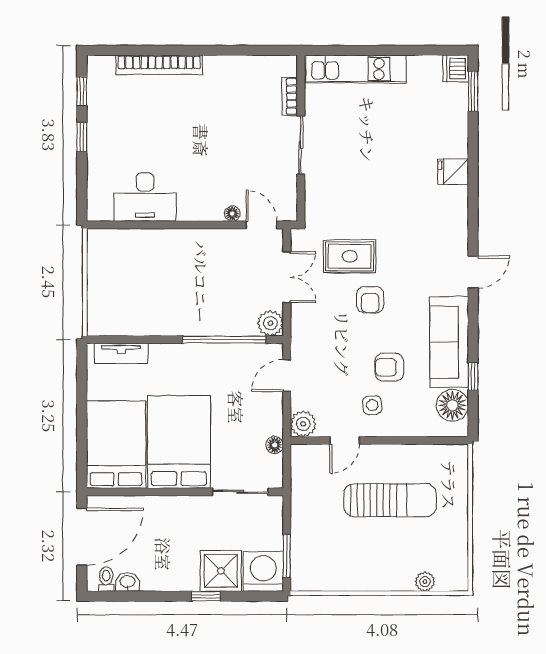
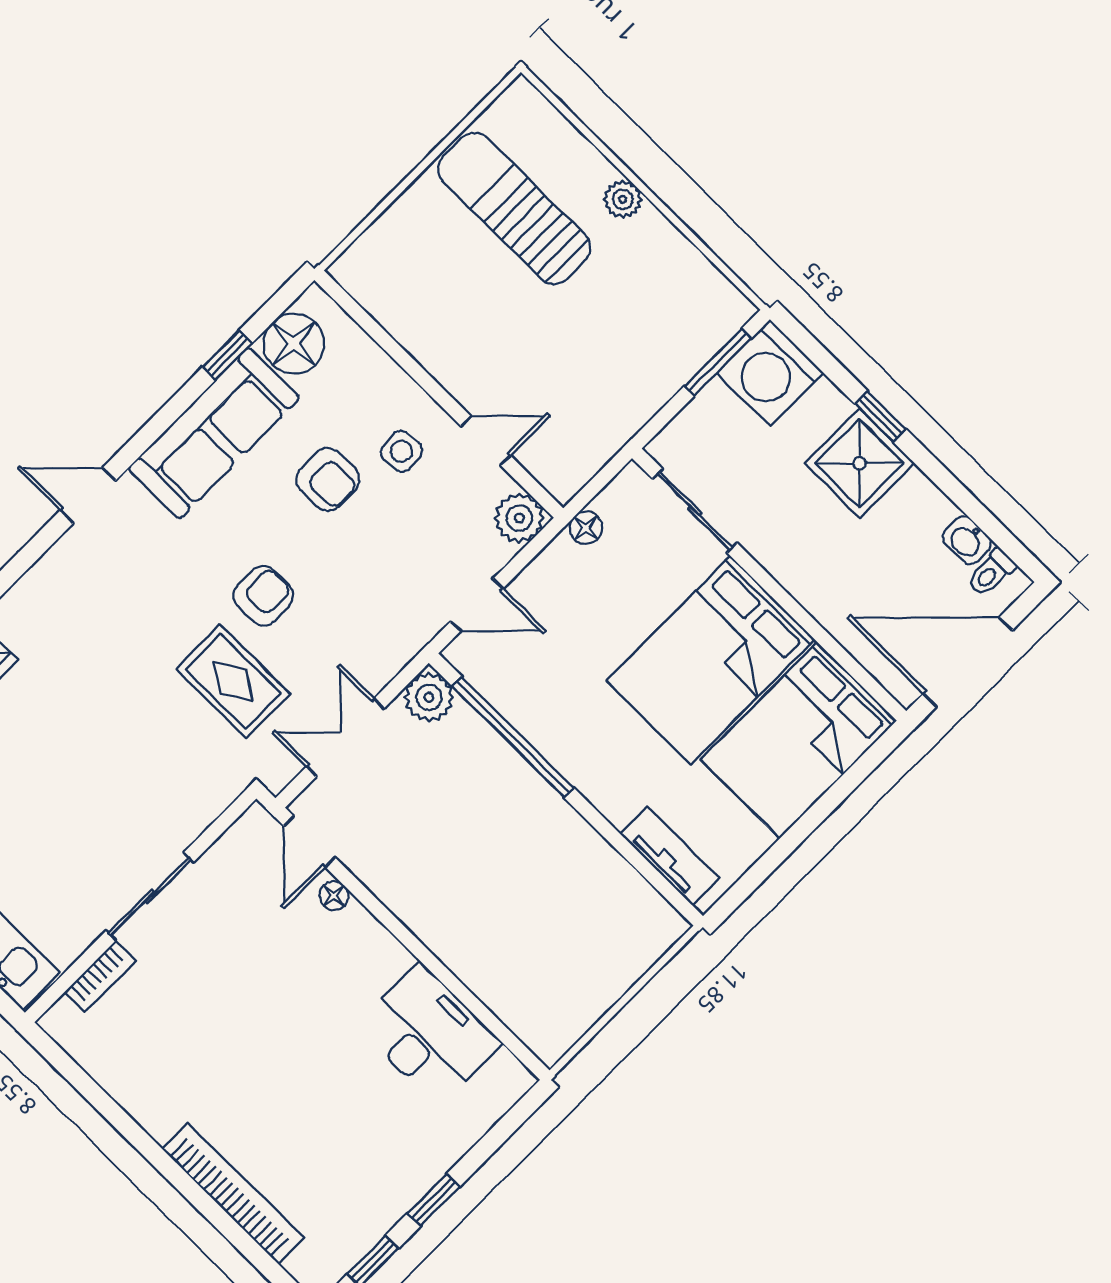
sun lounger: (390, 500) -> (514, 208), moved
shower: (221, 571) -> (859, 463), moved
plant: (425, 582) -> (623, 199), moved

